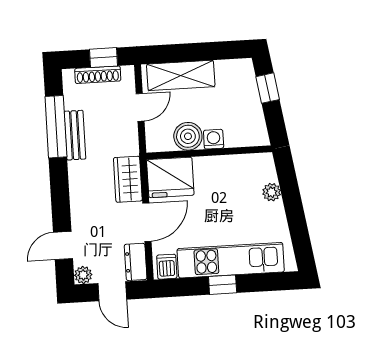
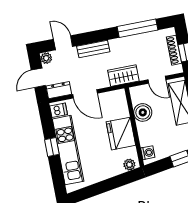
bench: (75, 135) -> (93, 49), moved
washing machine: (214, 139) -> (148, 153), moved
fridge: (170, 177) -> (121, 134), moved
wardrobe: (128, 179) -> (123, 76), moved
plant: (272, 192) -> (129, 165), moved

